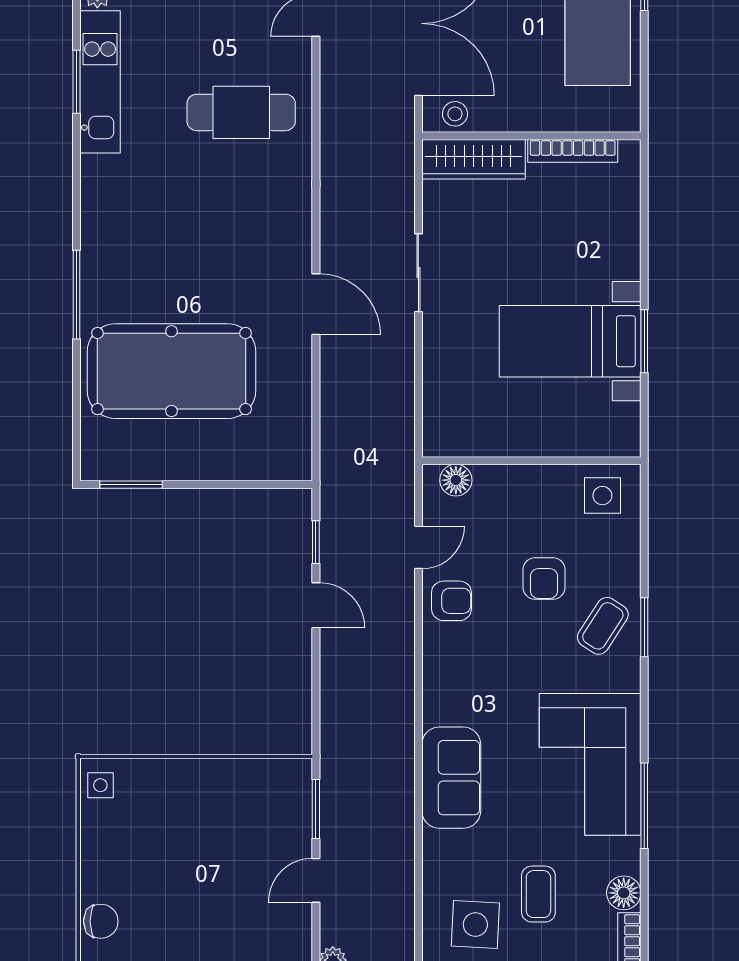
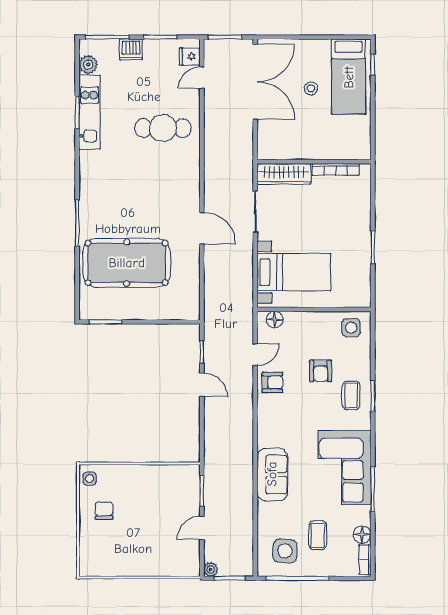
stool: (455, 114) -> (311, 88), moved
wall: (531, 136) -> (314, 162), moved
bookcase: (573, 151) -> (336, 169), moved
wardrobe: (473, 159) -> (284, 174), moved
bed with nightstands: (570, 341) -> (294, 272), moved, turned 180
coffee table: (603, 626) -> (351, 395), turned -33
chair: (101, 921) -> (104, 511), moved, turned -90

